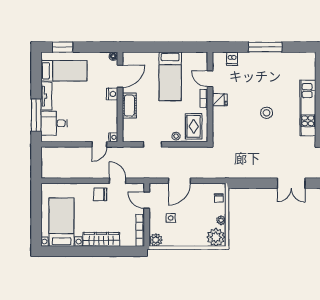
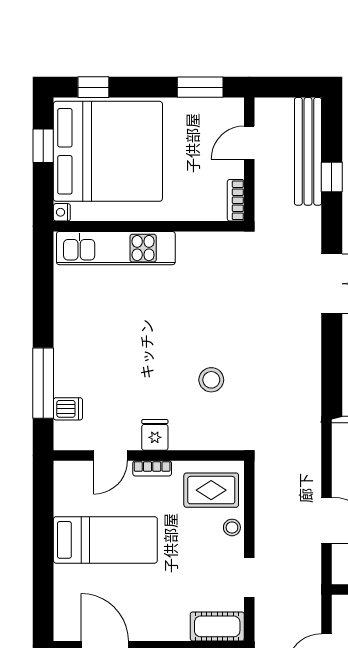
window: (265, 47) -> (43, 383), moved
cot: (129, 106) -> (217, 626), moved
kitchen unit: (308, 108) -> (116, 248), moved
stool: (267, 113) -> (211, 380), moved

